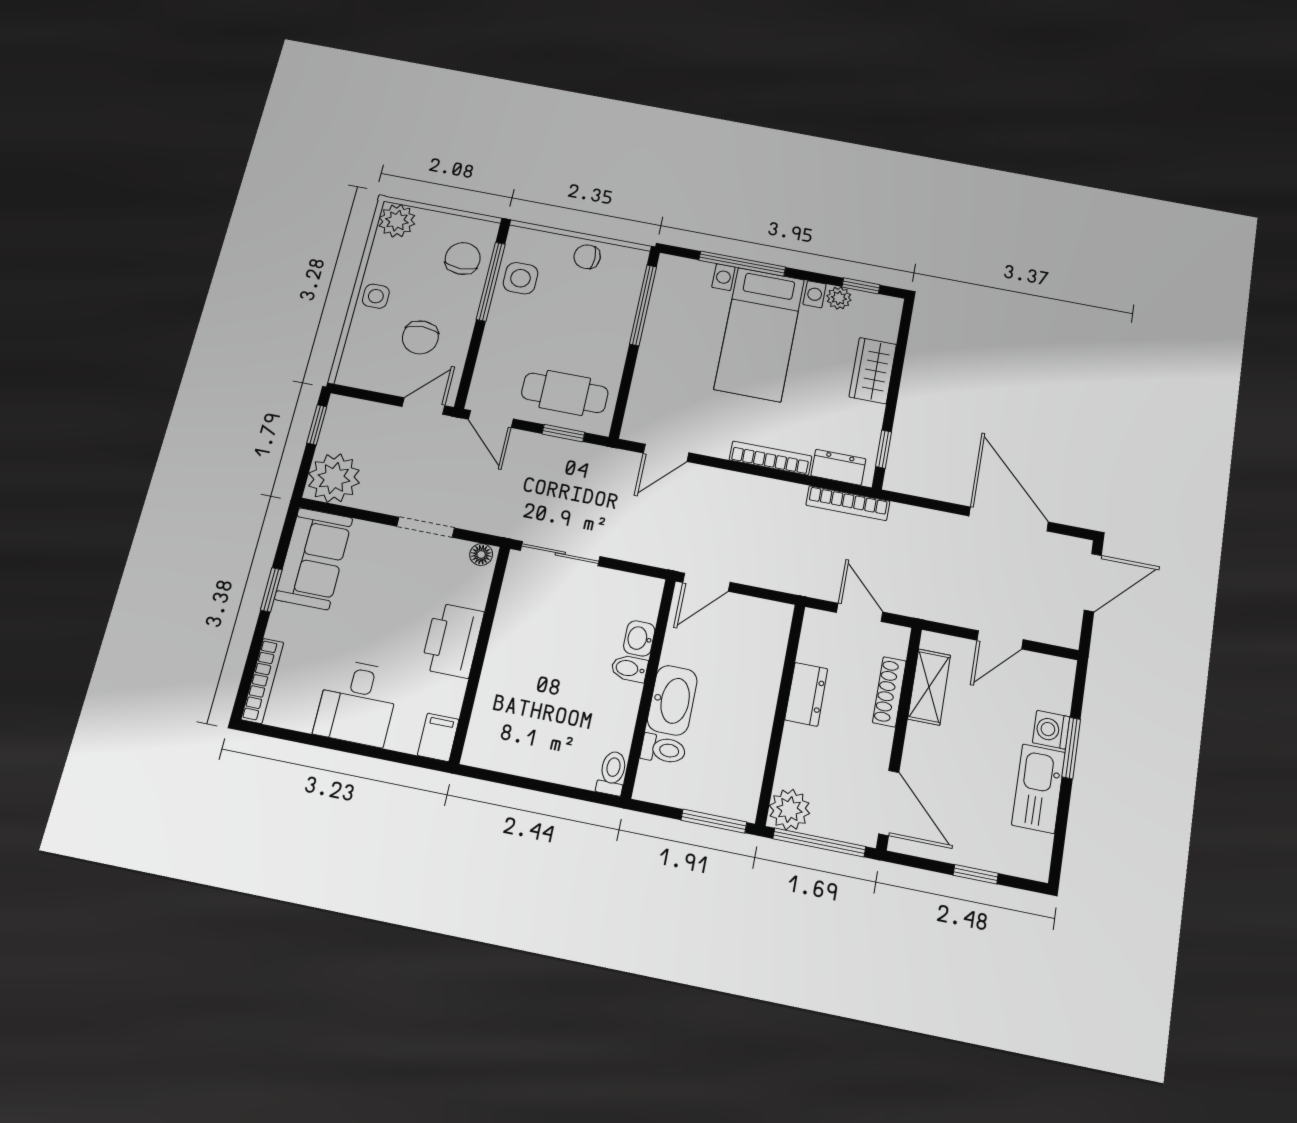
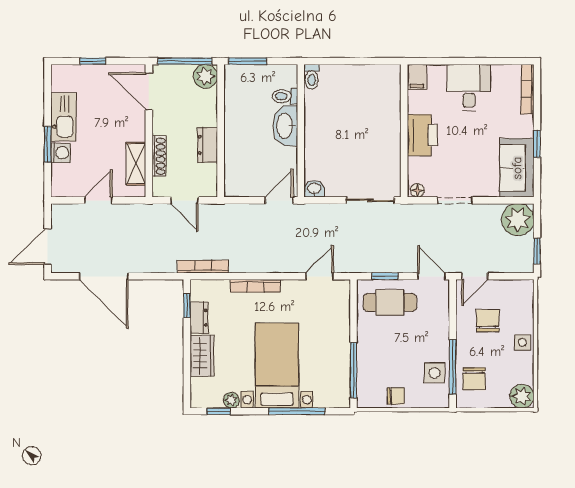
dresser: (838, 467) -> (199, 318), moved, turned -90
washbasin: (639, 638) -> (314, 189), moved, turned -90
bidet: (629, 669) -> (314, 139), removed

